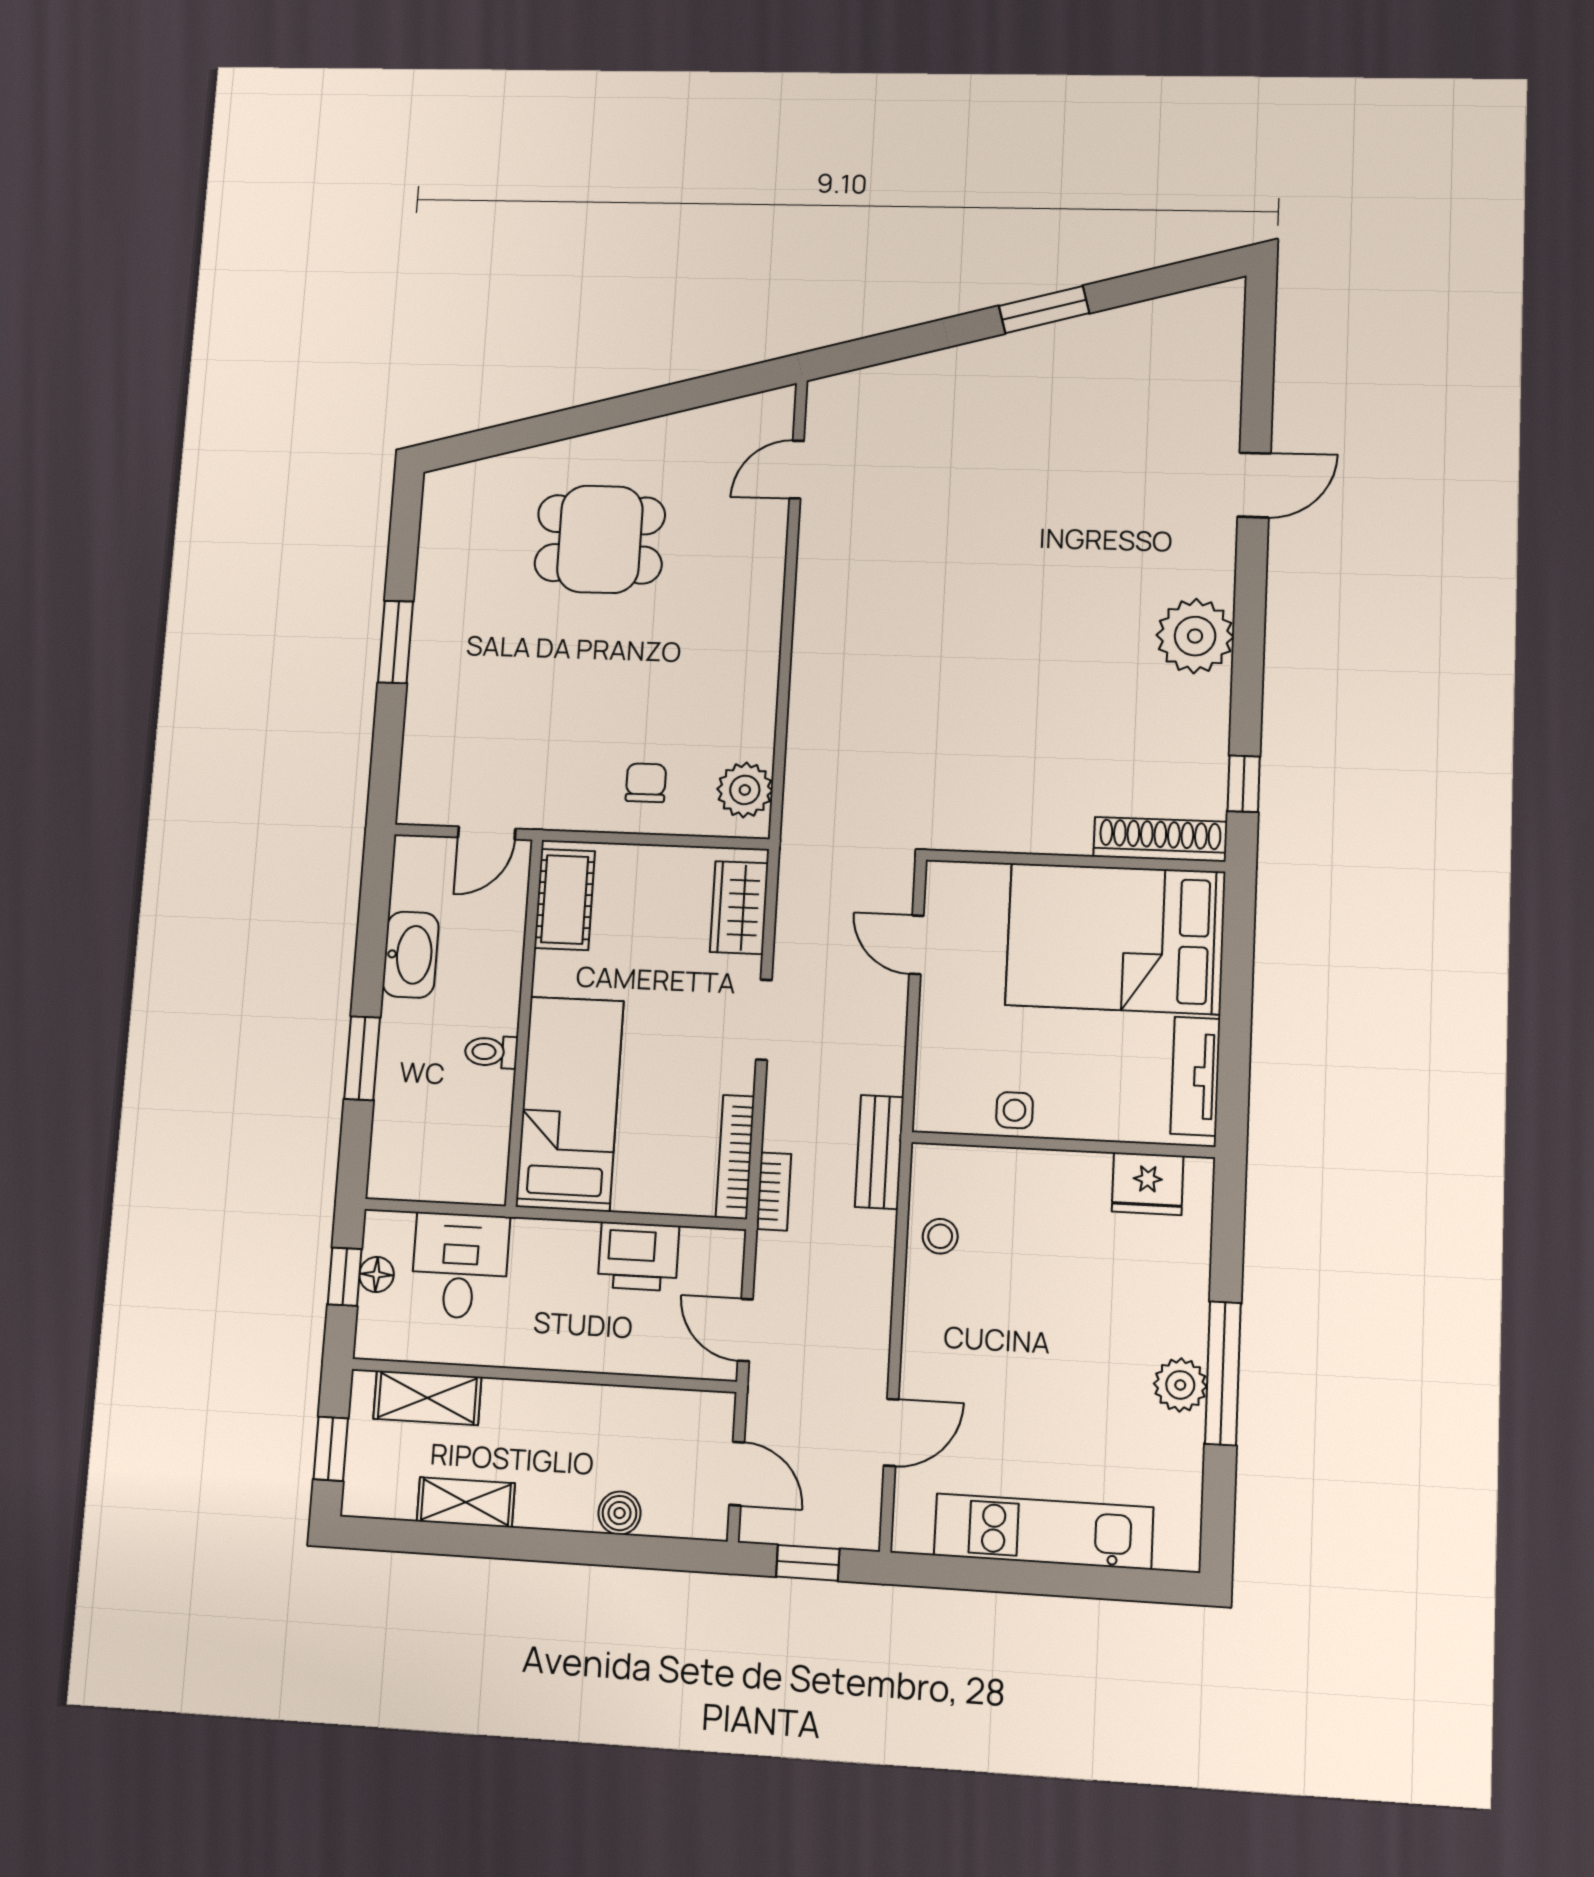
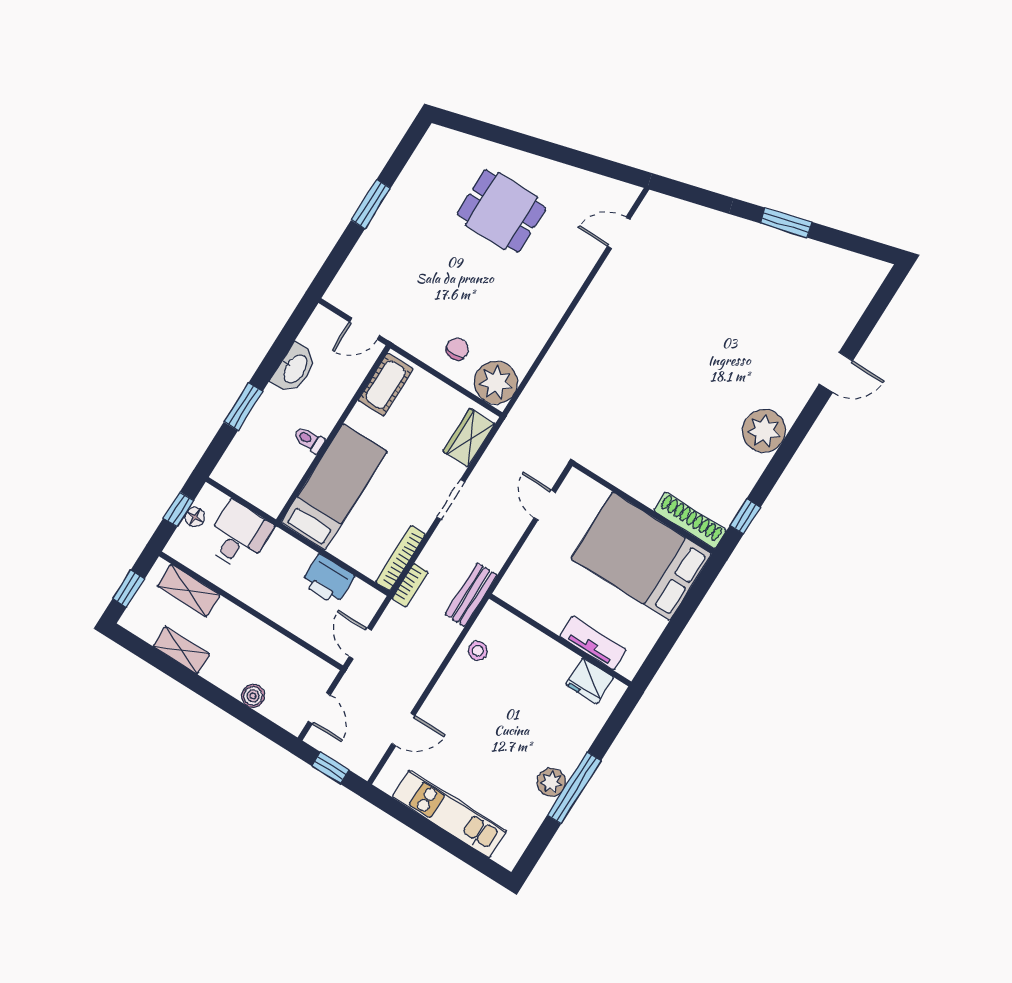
plant: (745, 790) -> (496, 383), width x1.36, depth x1.36
tv unit: (1195, 1076) -> (593, 643), moved, turned 90
side table: (1014, 1110) -> (547, 611), removed

